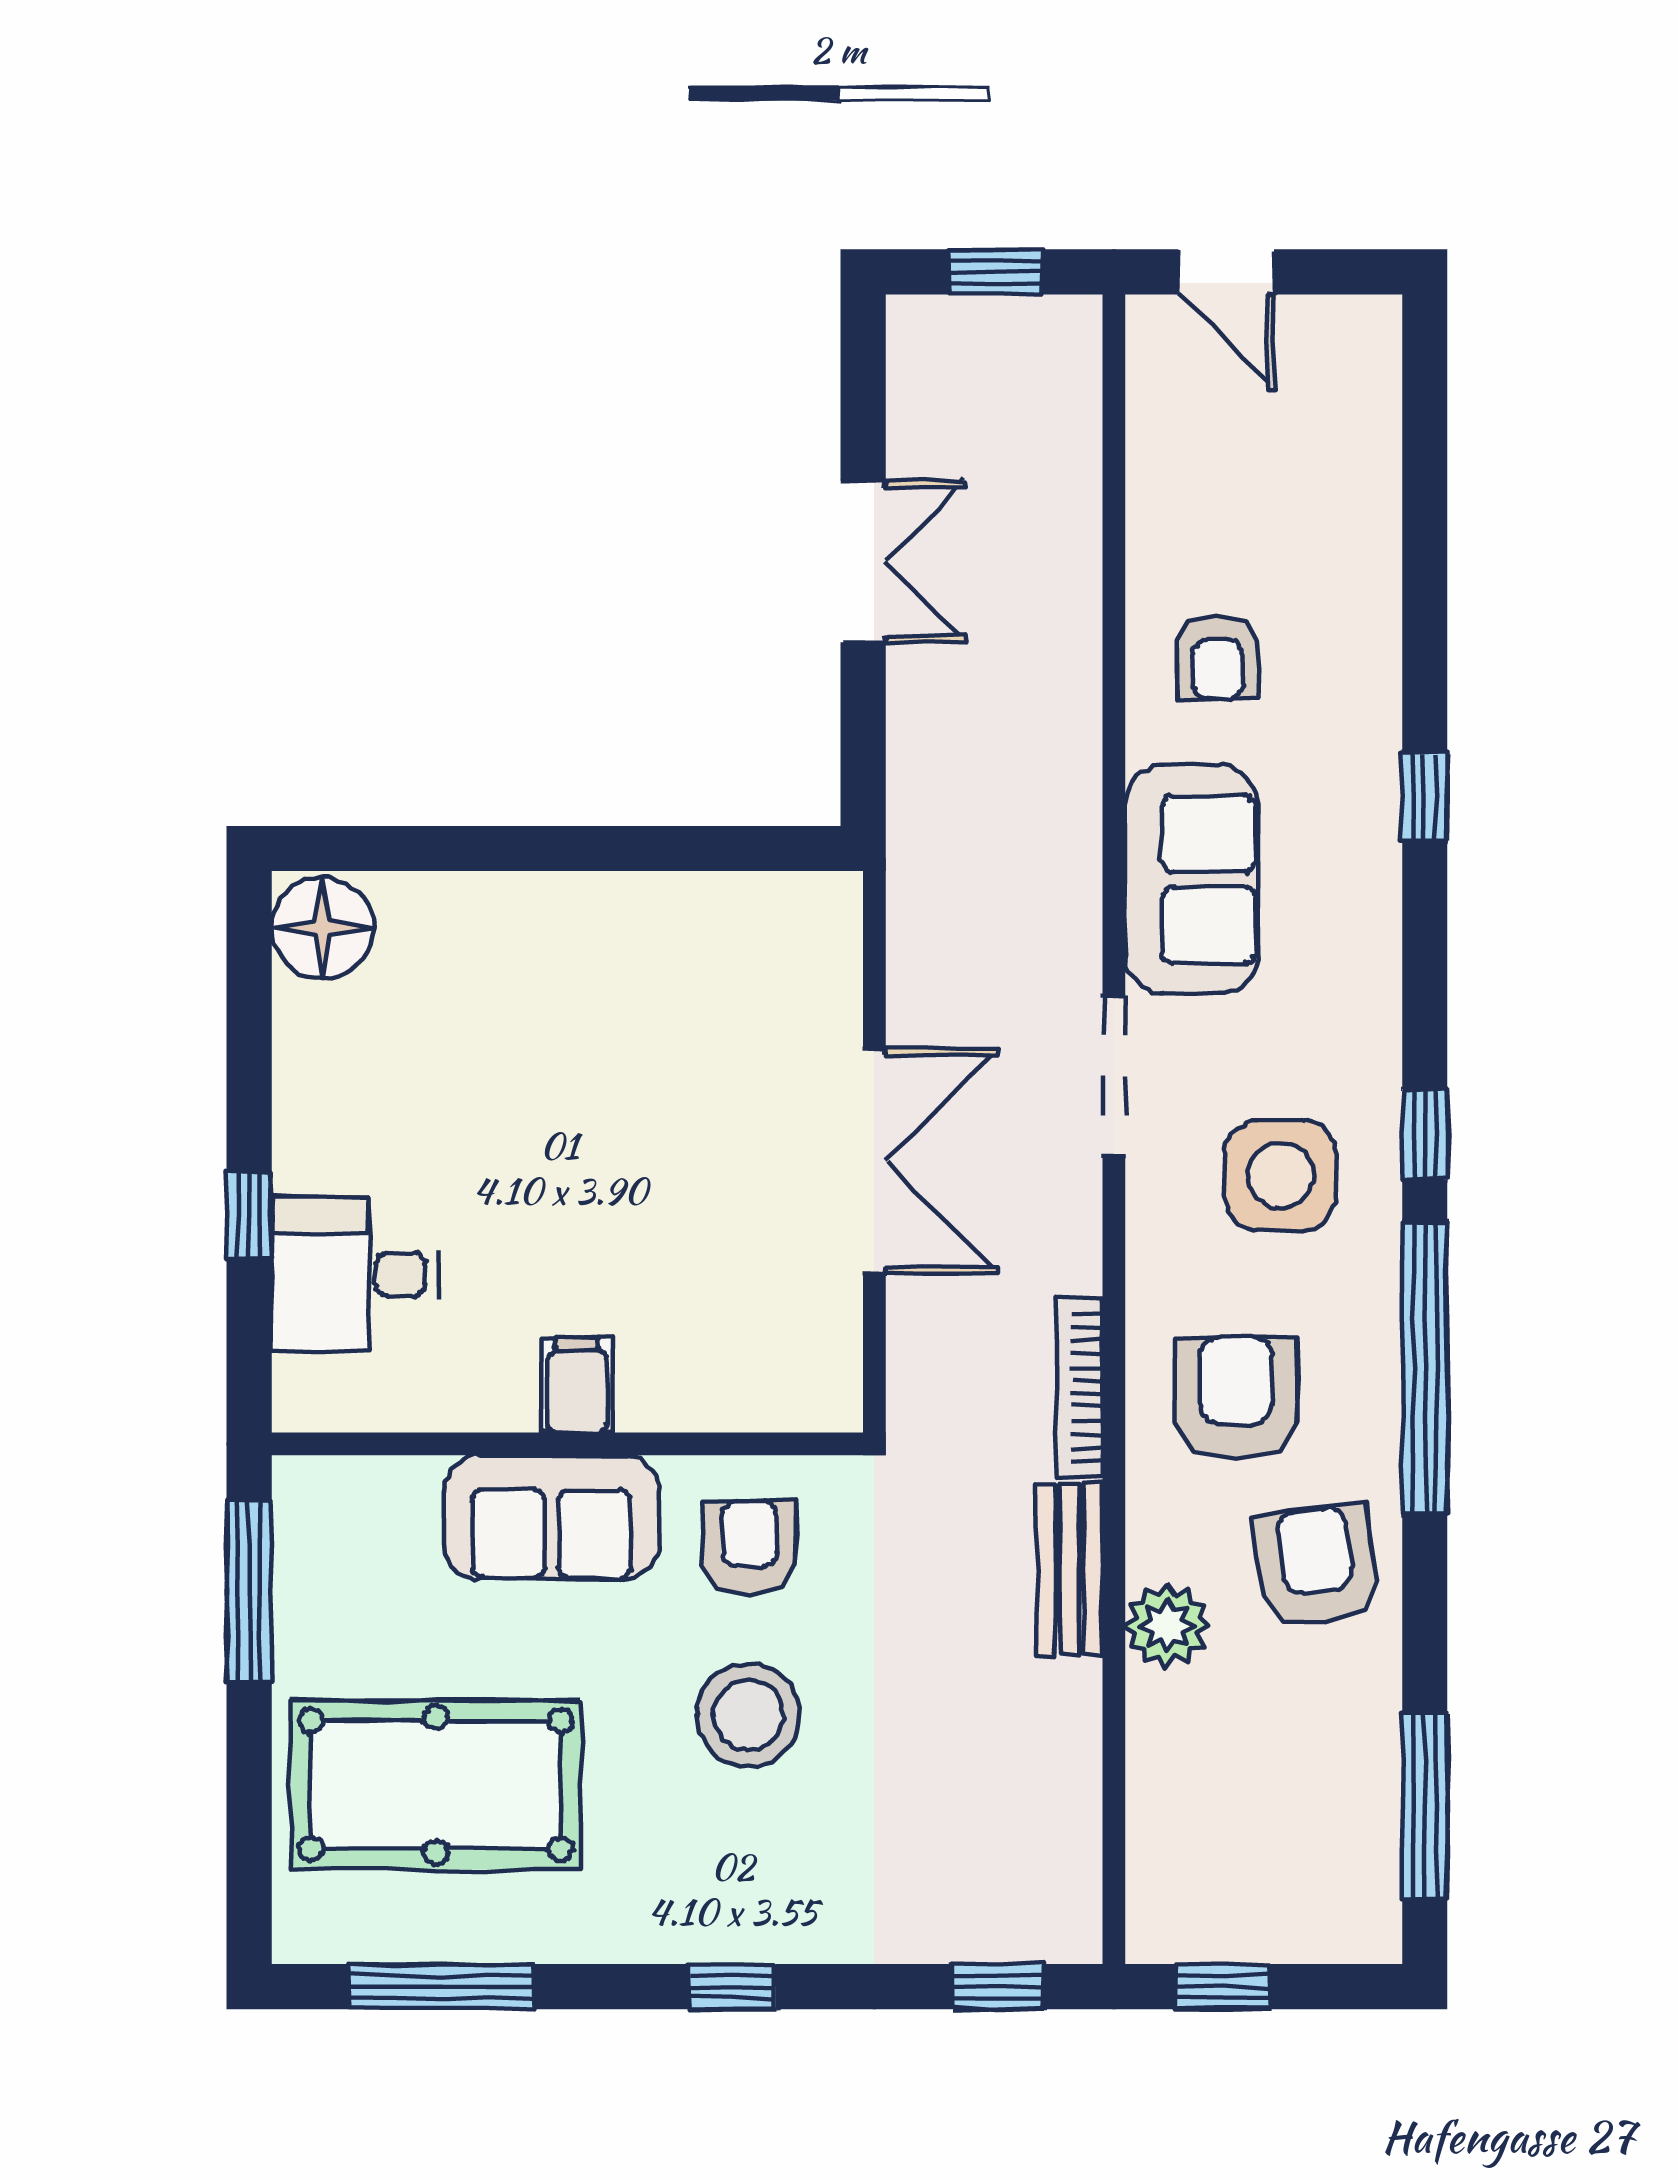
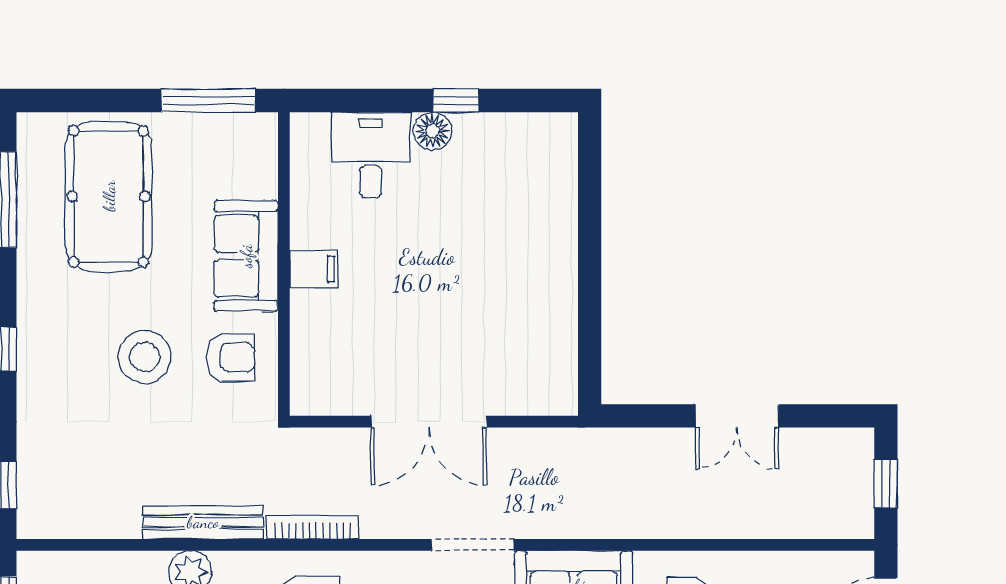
floor lamp: (322, 928) -> (433, 131), moved, width x0.73, depth x0.73
window: (249, 1215) -> (456, 100), moved
bench: (1070, 1570) -> (203, 522), width x1.36

